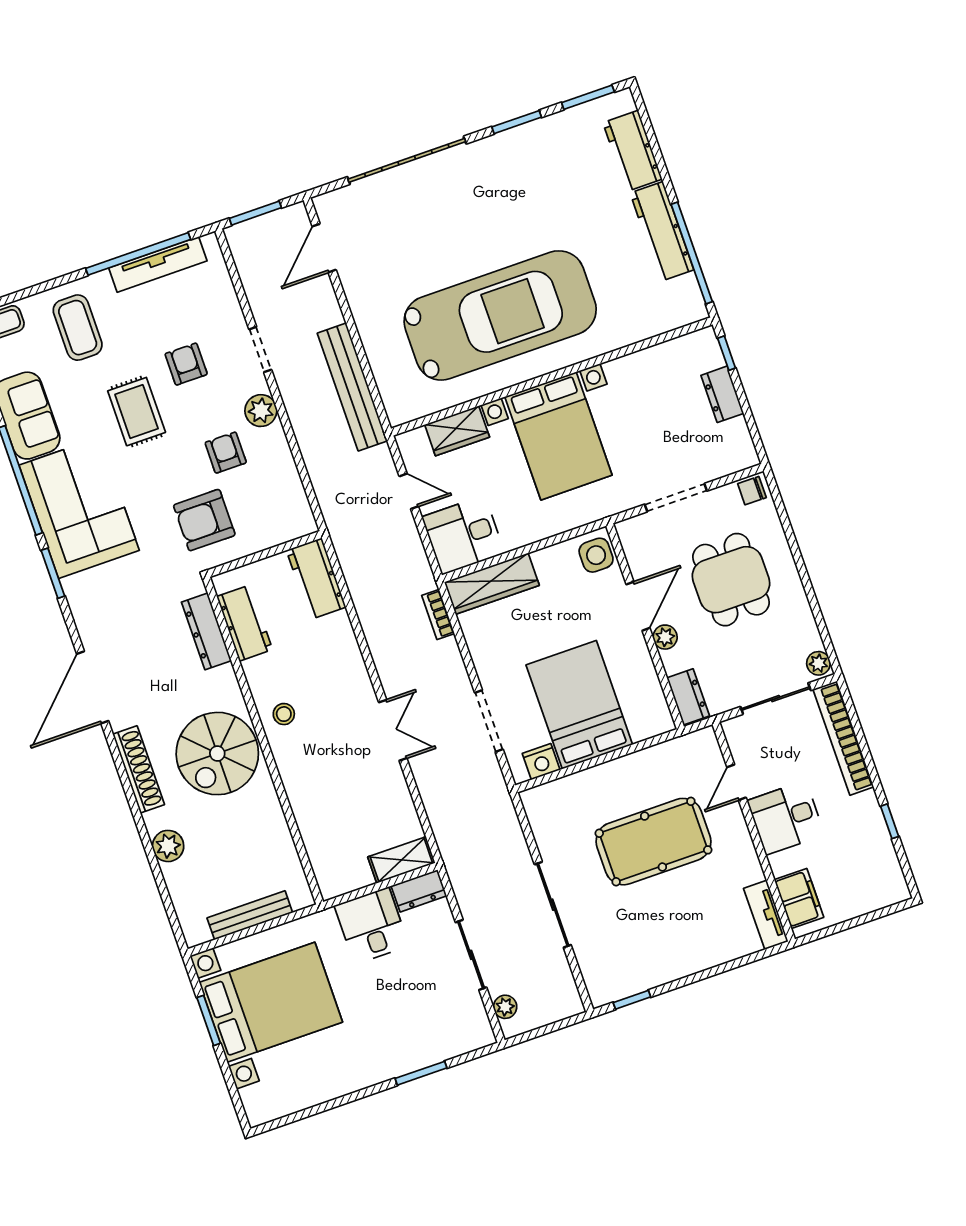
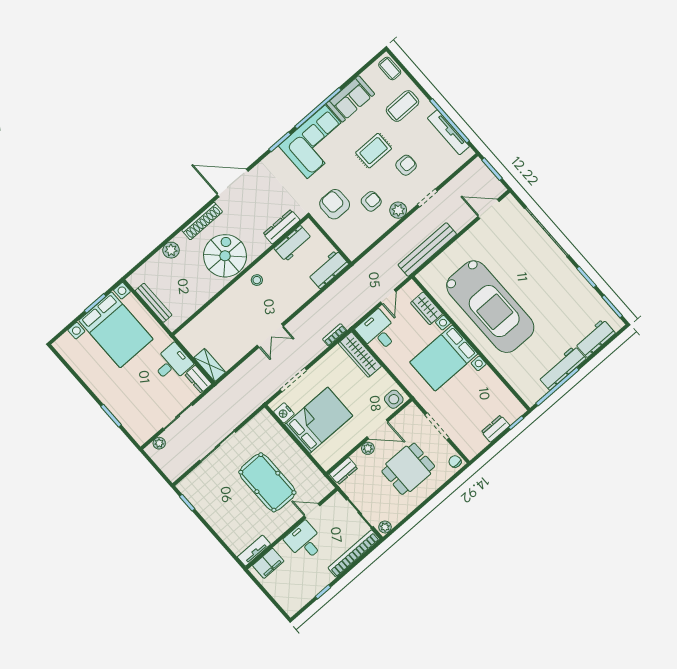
spiral stairs: (217, 754) -> (225, 256), turned 90

